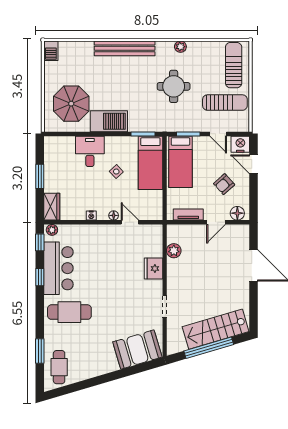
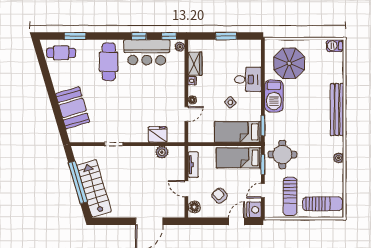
round table: (174, 86) -> (282, 155), moved
wardrobe: (52, 207) -> (195, 64), moved, turned -90
fridge: (153, 268) -> (158, 134), moved
booth: (137, 349) -> (73, 108), moved

